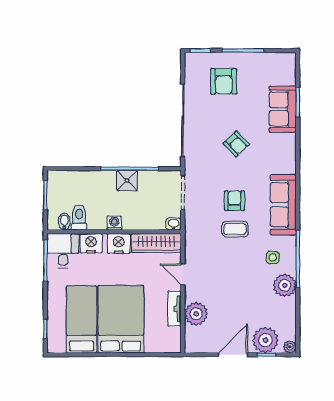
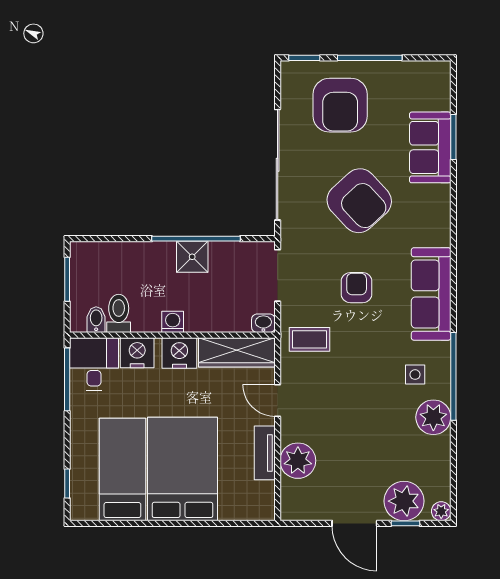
armchair: (224, 81) -> (340, 105), width x1.36, depth x1.36
armchair: (236, 144) -> (359, 201), width x1.88, depth x1.88
coffee table: (235, 229) -> (309, 339), moved
door: (233, 355) -> (354, 523), swing flipped

